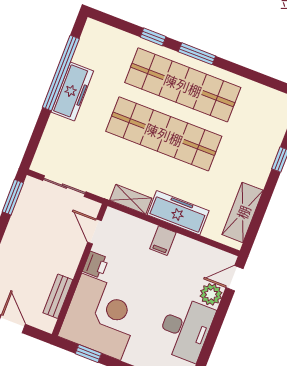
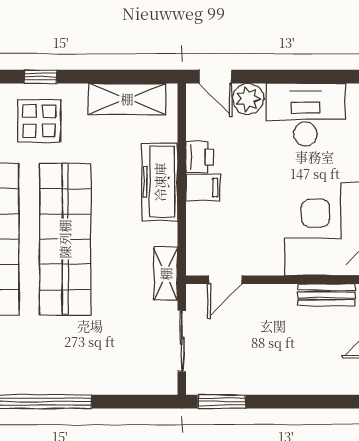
freezer: (72, 92) -> (56, 378), removed
display table: (251, 147) -> (39, 121), added
shelving: (131, 199) -> (166, 274), moved
printer: (96, 265) -> (200, 157), moved, turned 90

